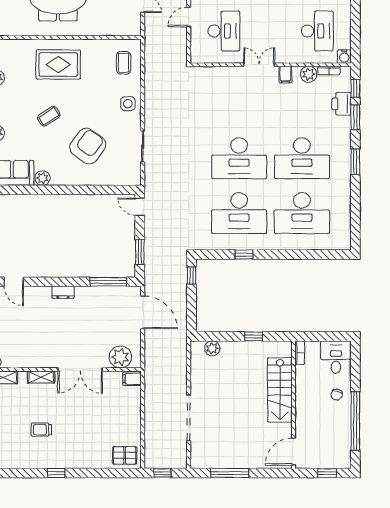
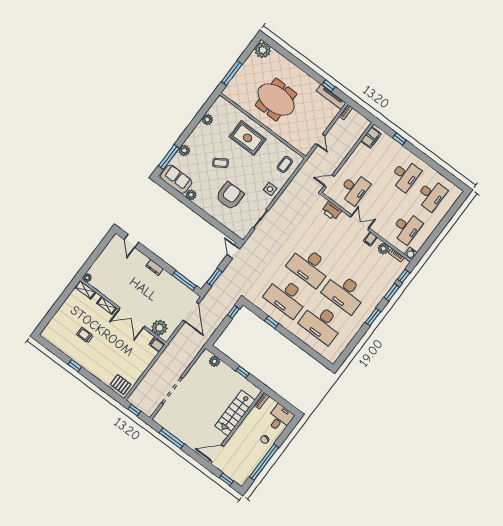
door: (189, 17) -> (329, 181), moved
printer: (342, 104) -> (331, 211), moved, turned -90
armchair: (88, 146) -> (230, 196), turned -36

